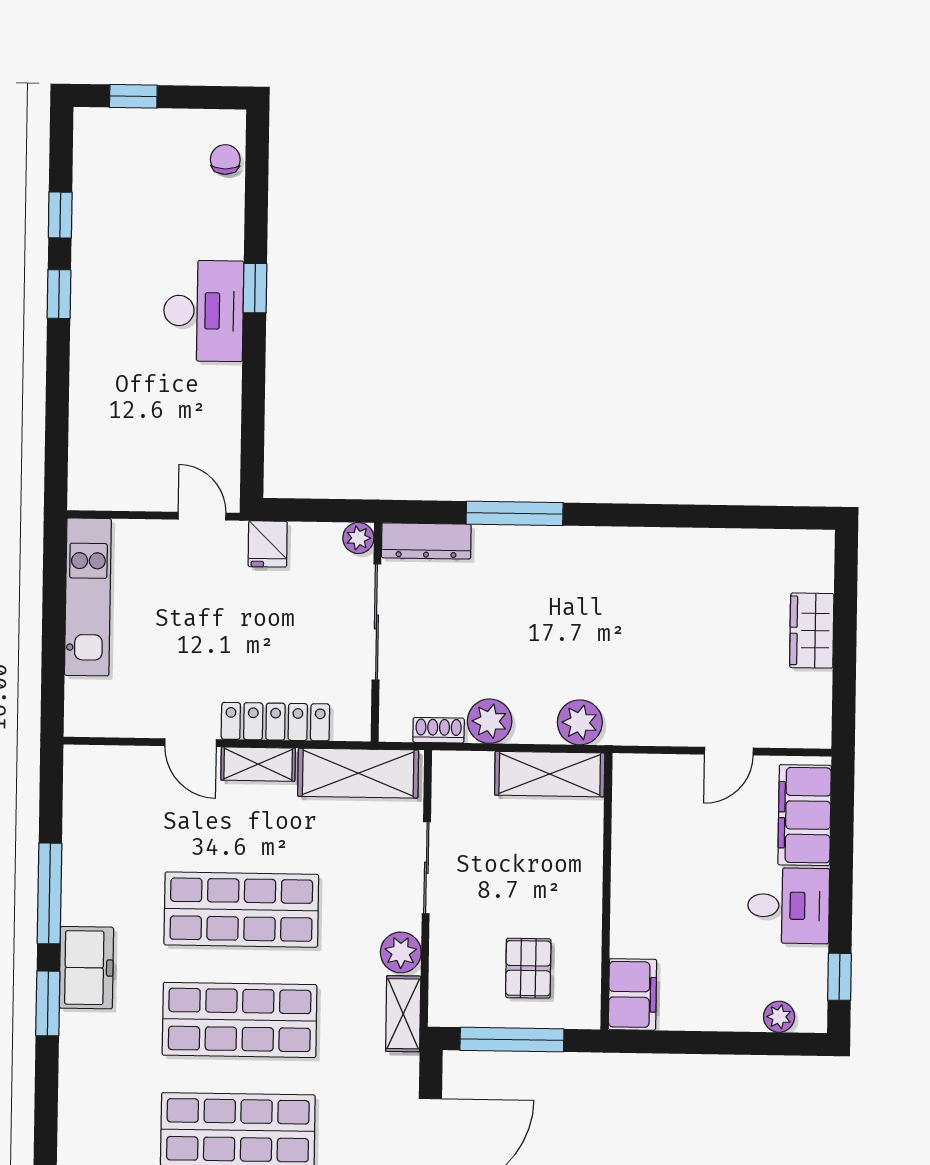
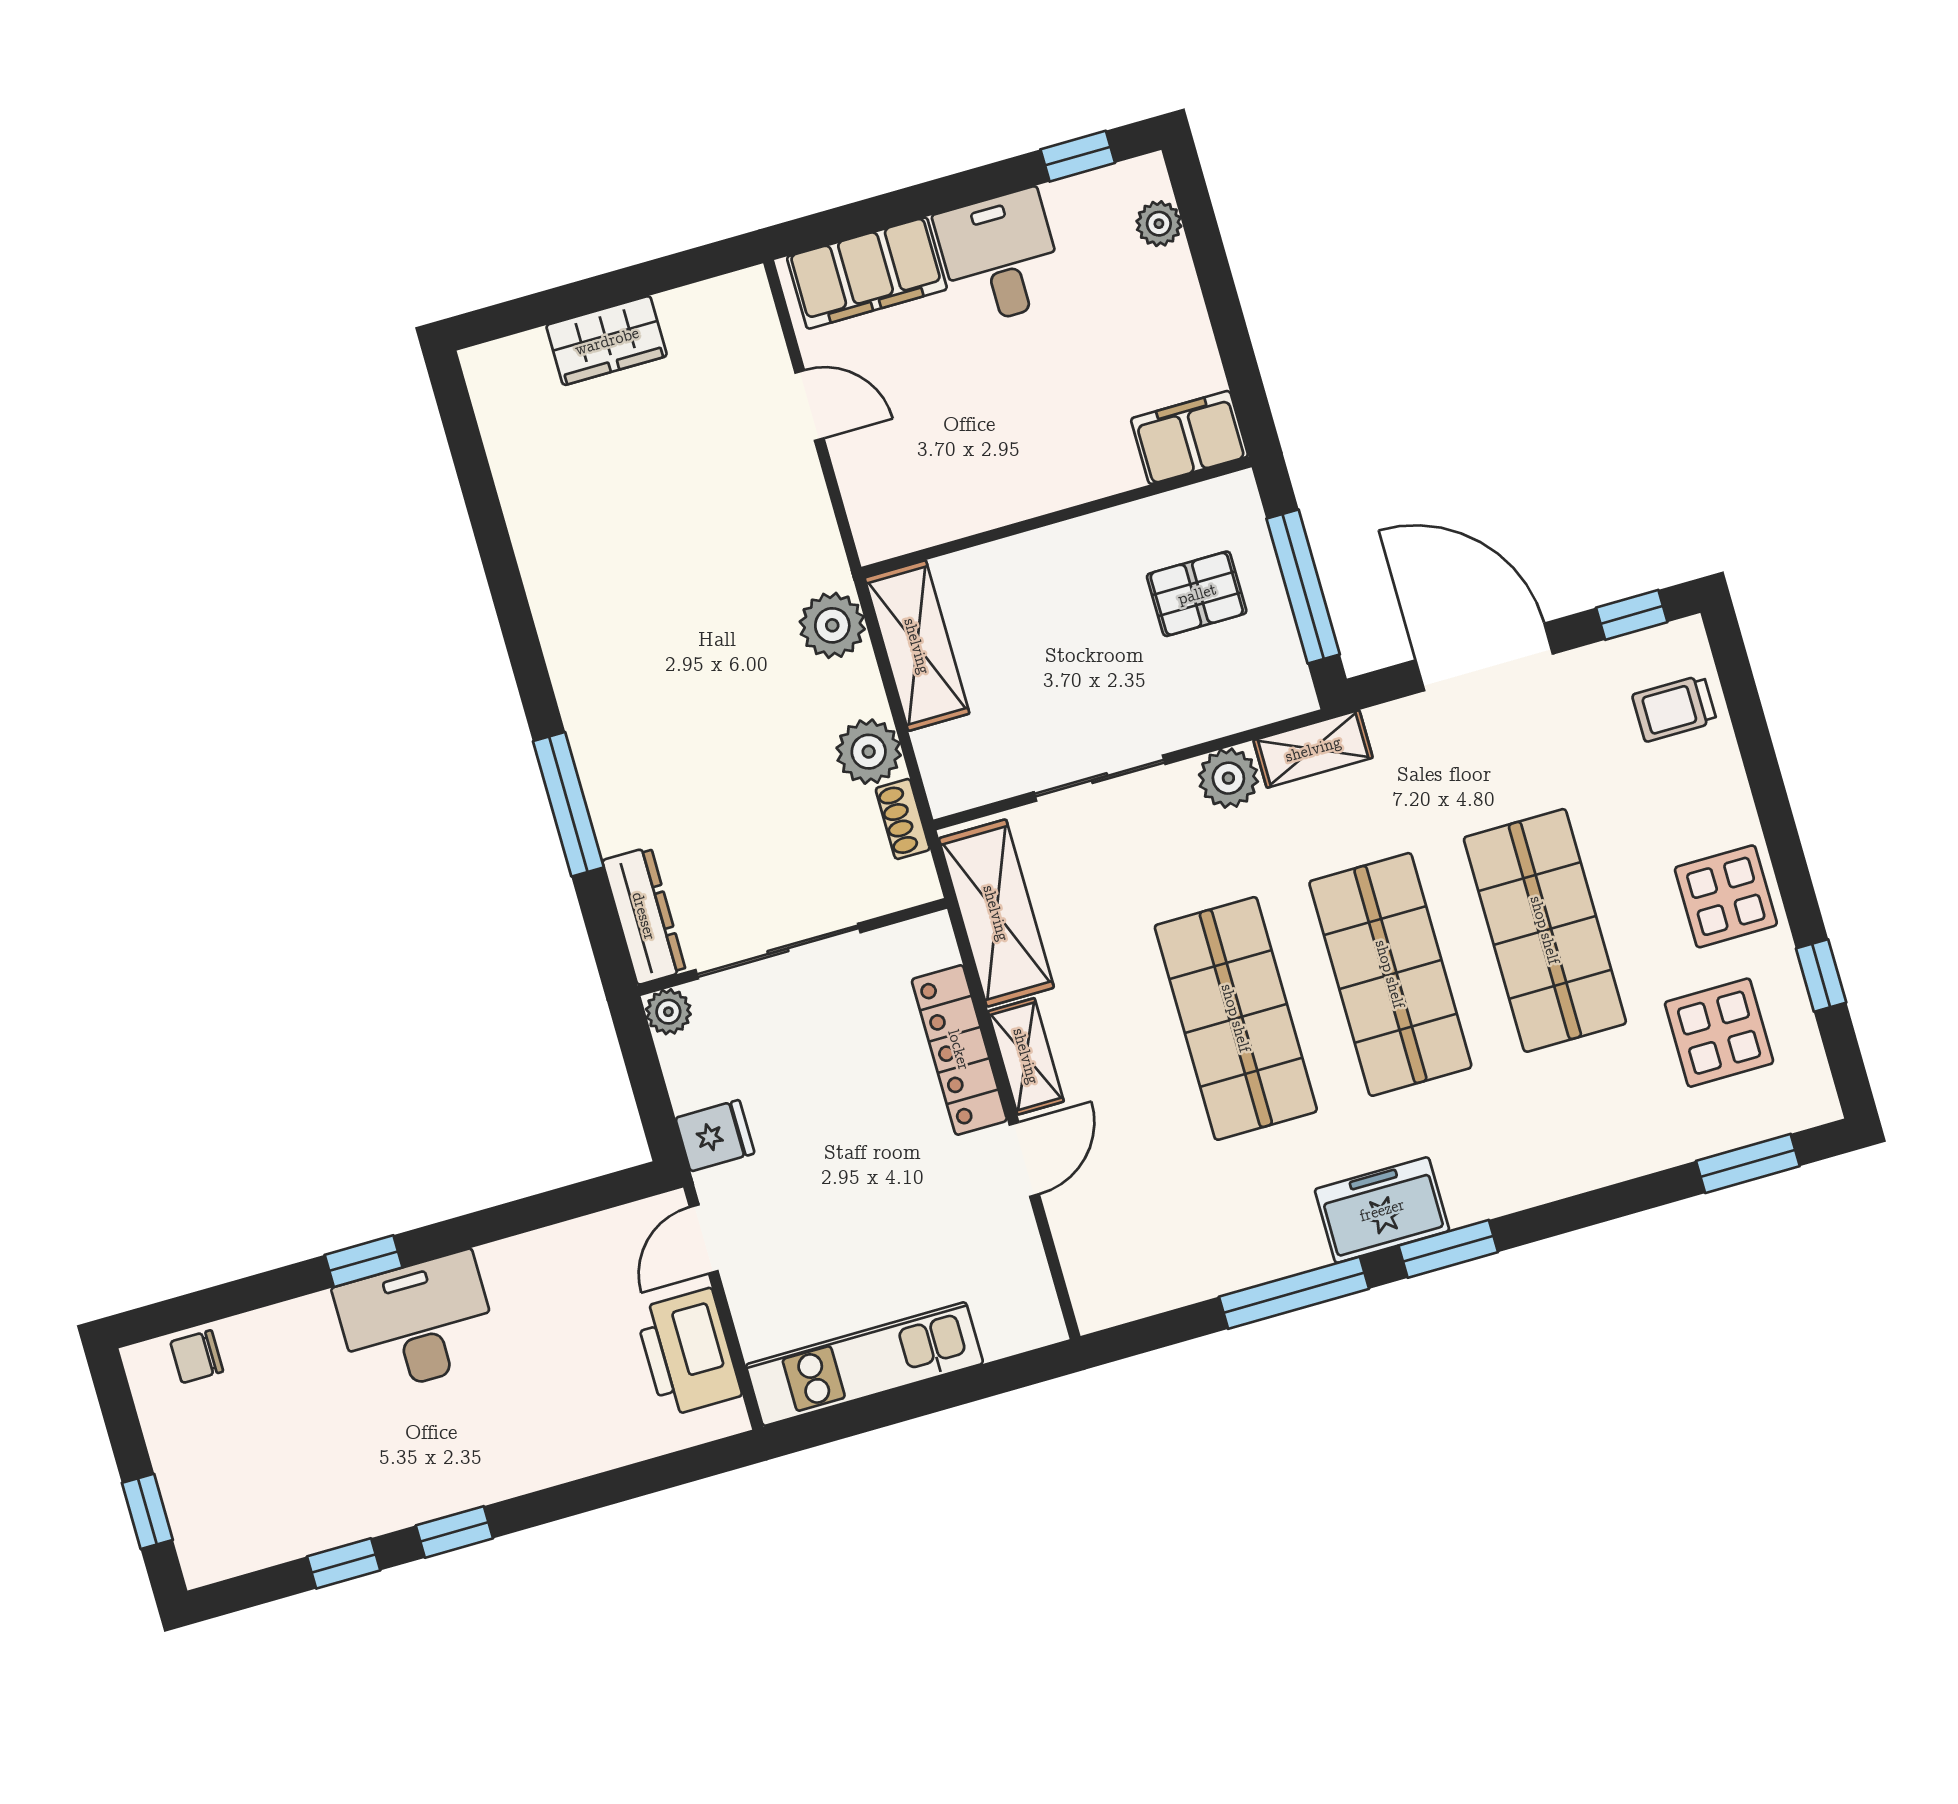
printer: (130, 483) -> (688, 1352), added

